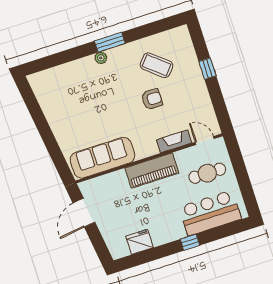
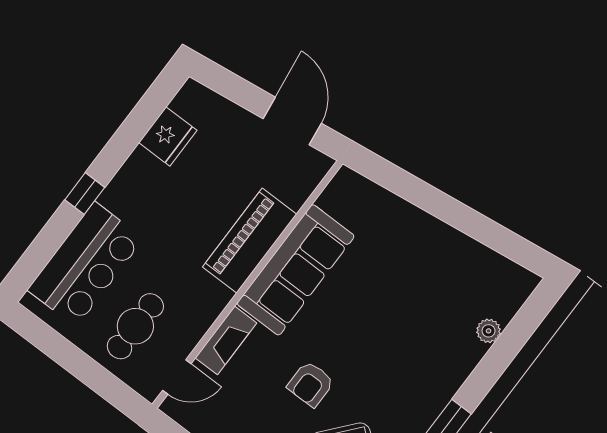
plant: (101, 58) -> (489, 331), moved
sofa: (103, 158) -> (296, 270), moved
piano: (152, 170) -> (250, 241), moved

